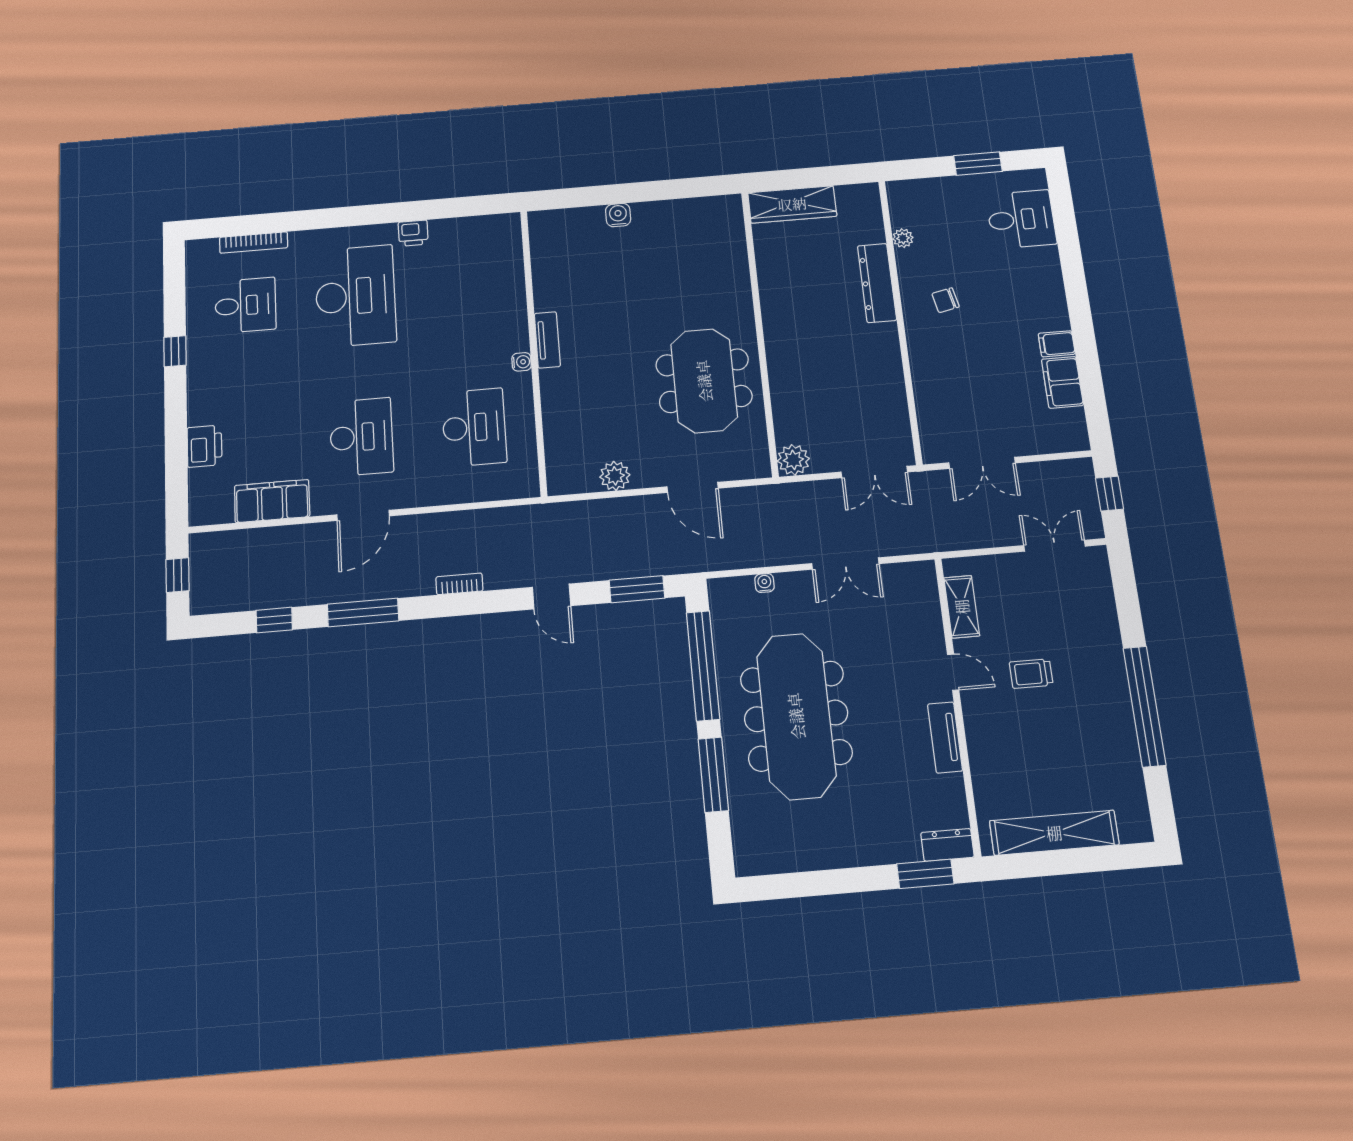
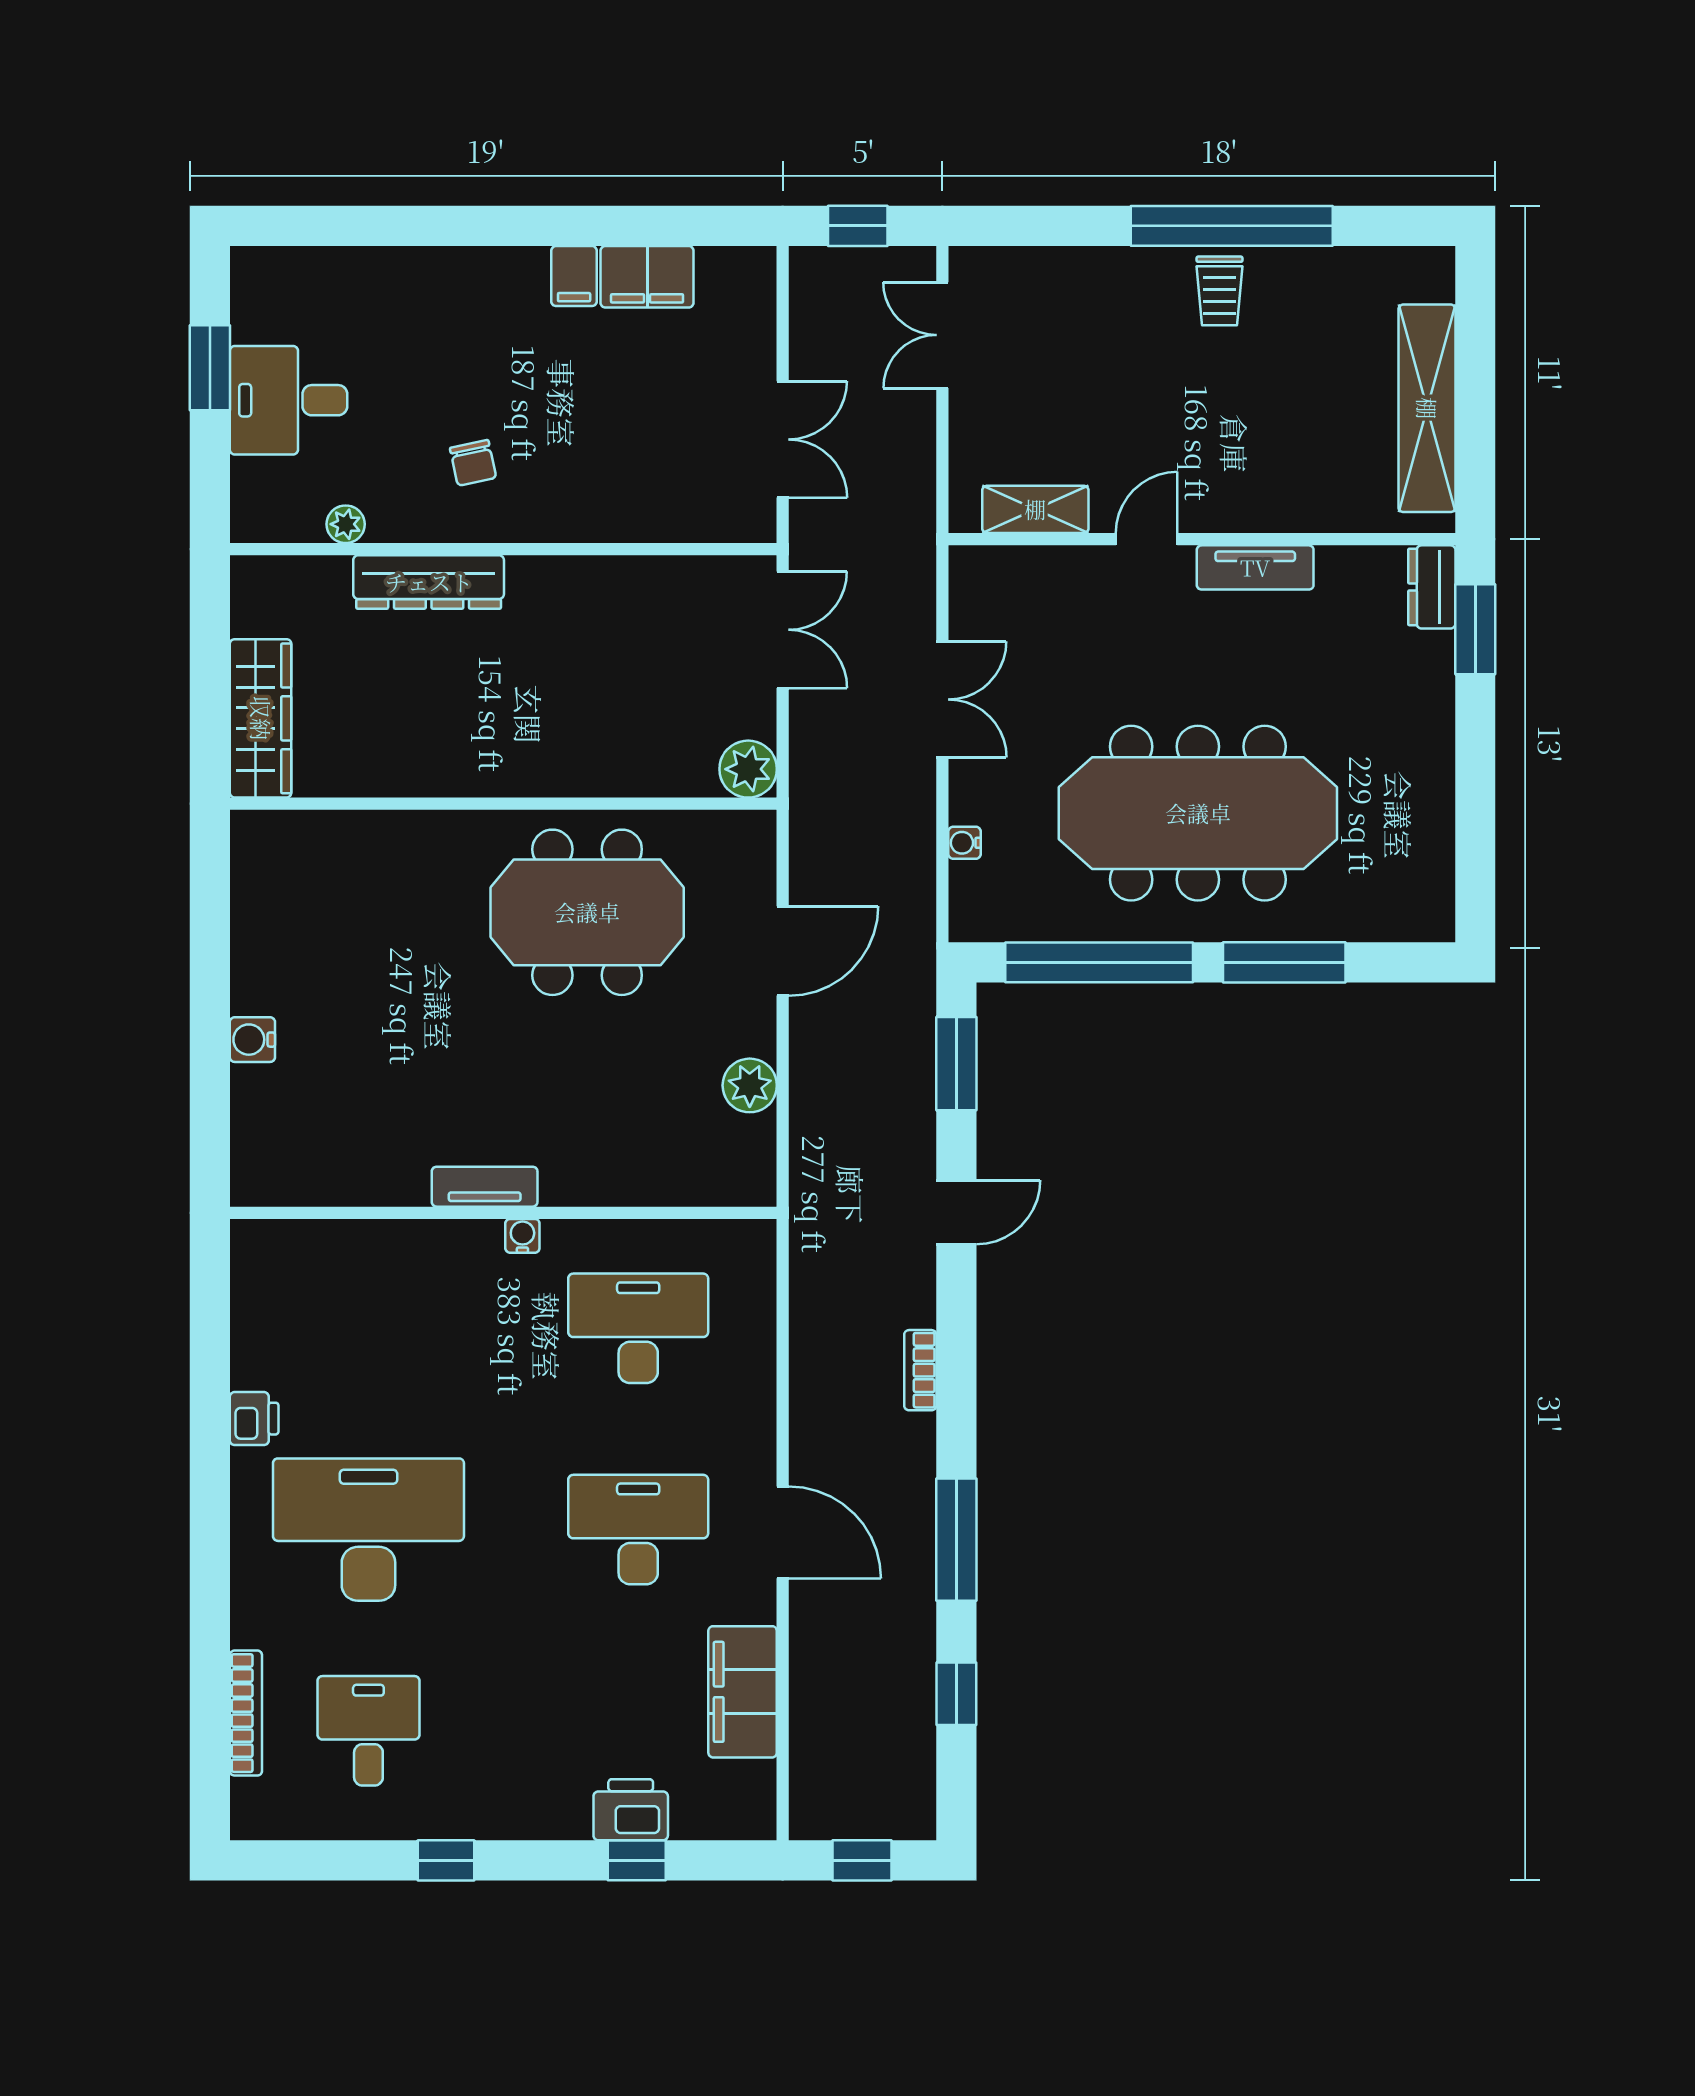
desk: (1021, 219) -> (289, 400), moved, turned -90
window: (176, 452) -> (637, 1860), added
trolley: (1031, 674) -> (1220, 291), moved

